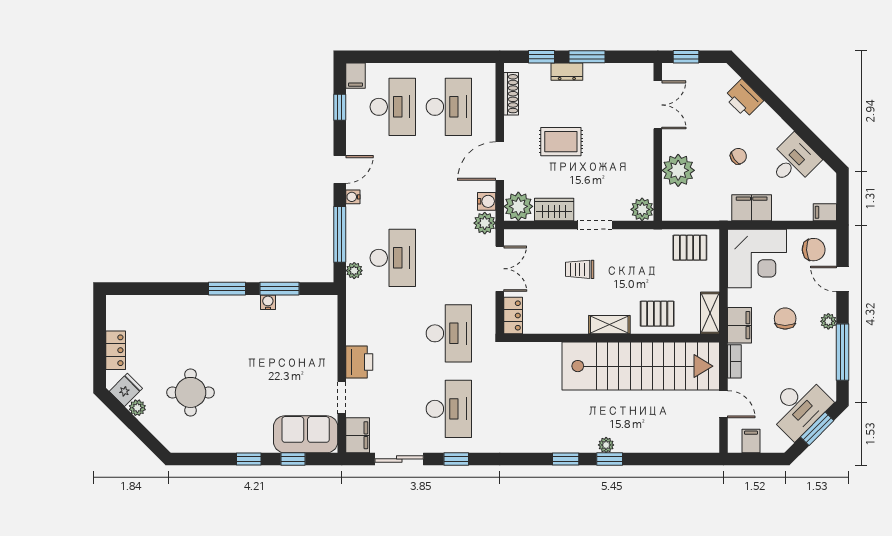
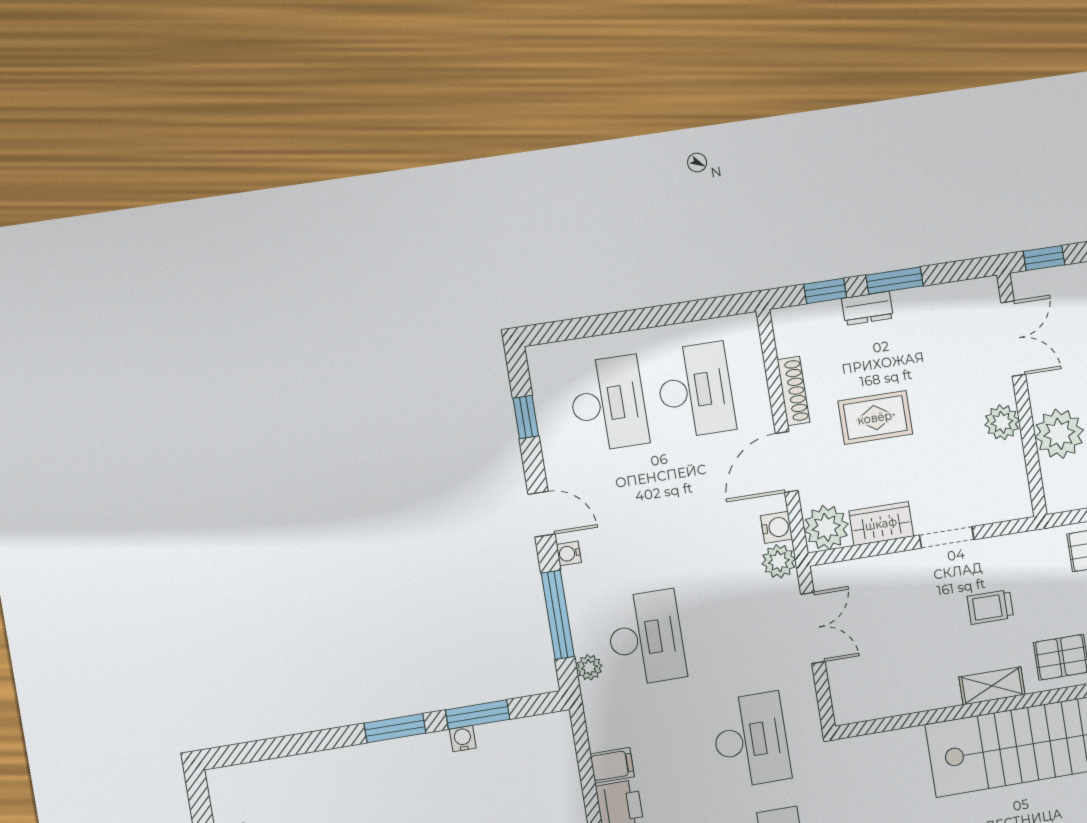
filing cabinet: (355, 76) -> (612, 765), moved, turned -90
shoe rack: (511, 94) -> (793, 391), moved
door: (340, 170) -> (541, 514), hinge flipped
plant: (642, 209) -> (1002, 422), moved
trolley: (580, 269) -> (990, 607), moved
locker: (513, 315) -> (845, 696), removed

